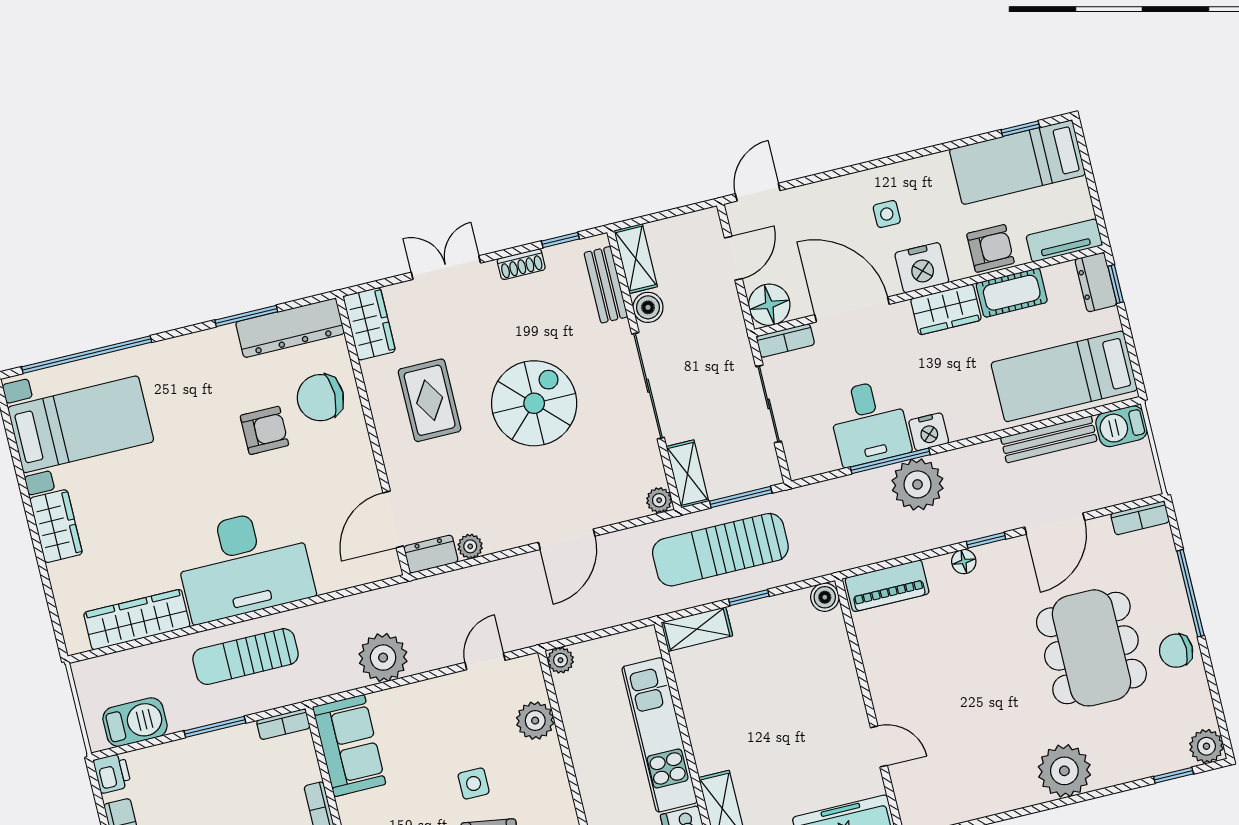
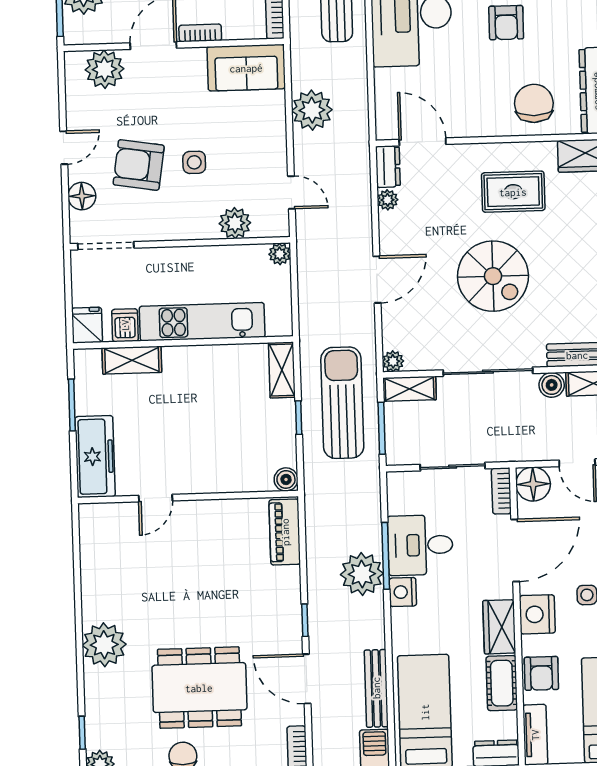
armchair: (264, 430) -> (506, 23), moved
door: (567, 539) -> (377, 280), swing flipped
floor lamp: (964, 562) -> (291, 599), removed

